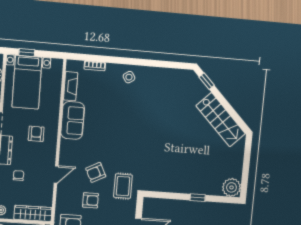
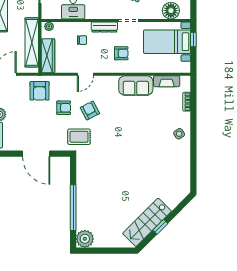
window: (207, 81) -> (160, 227), moved
door: (56, 174) -> (85, 74), hinge flipped
window: (198, 198) -> (73, 208), width x3.17
armchair: (91, 200) -> (64, 108), turned -90

